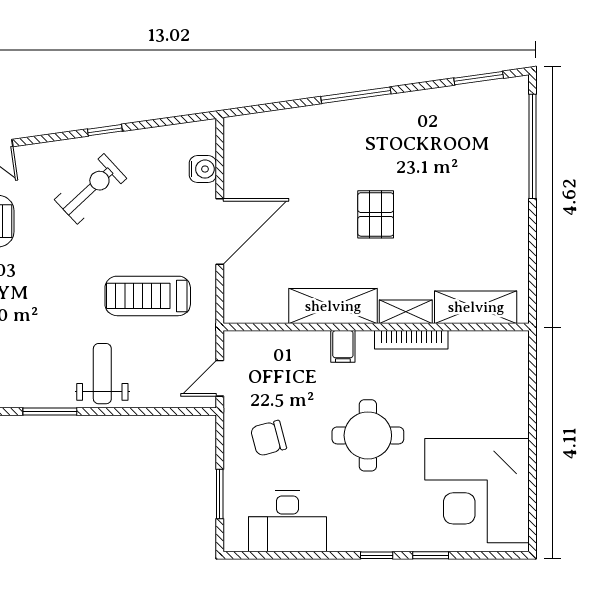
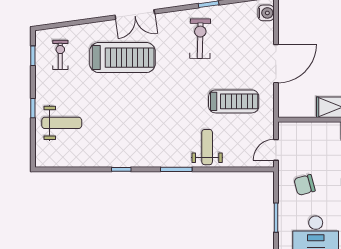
water cooler: (203, 169) -> (266, 13), moved
exercise bike: (91, 189) -> (200, 39), turned -46
treadmill: (148, 296) -> (234, 101), turned 180

